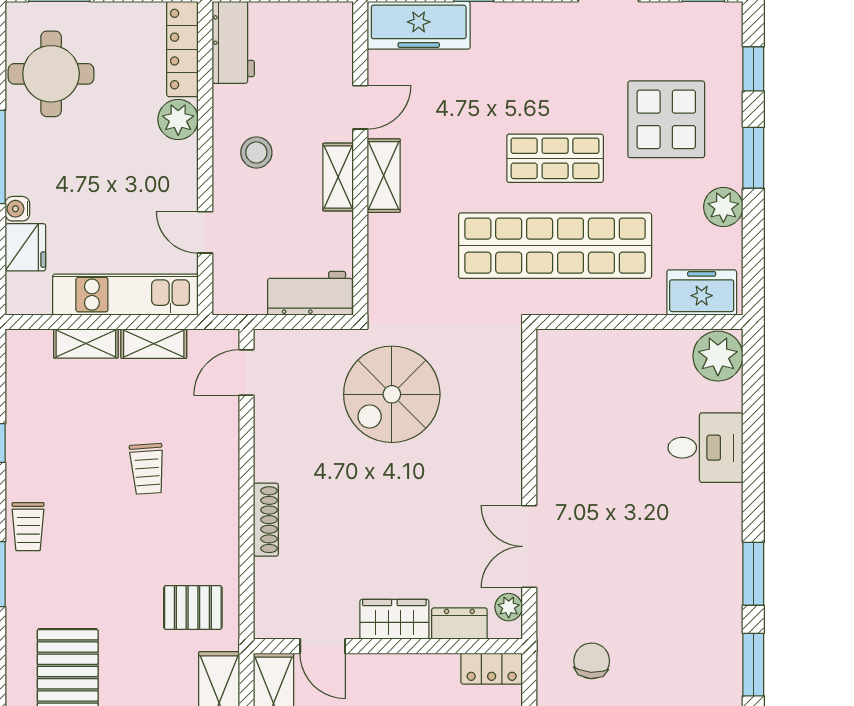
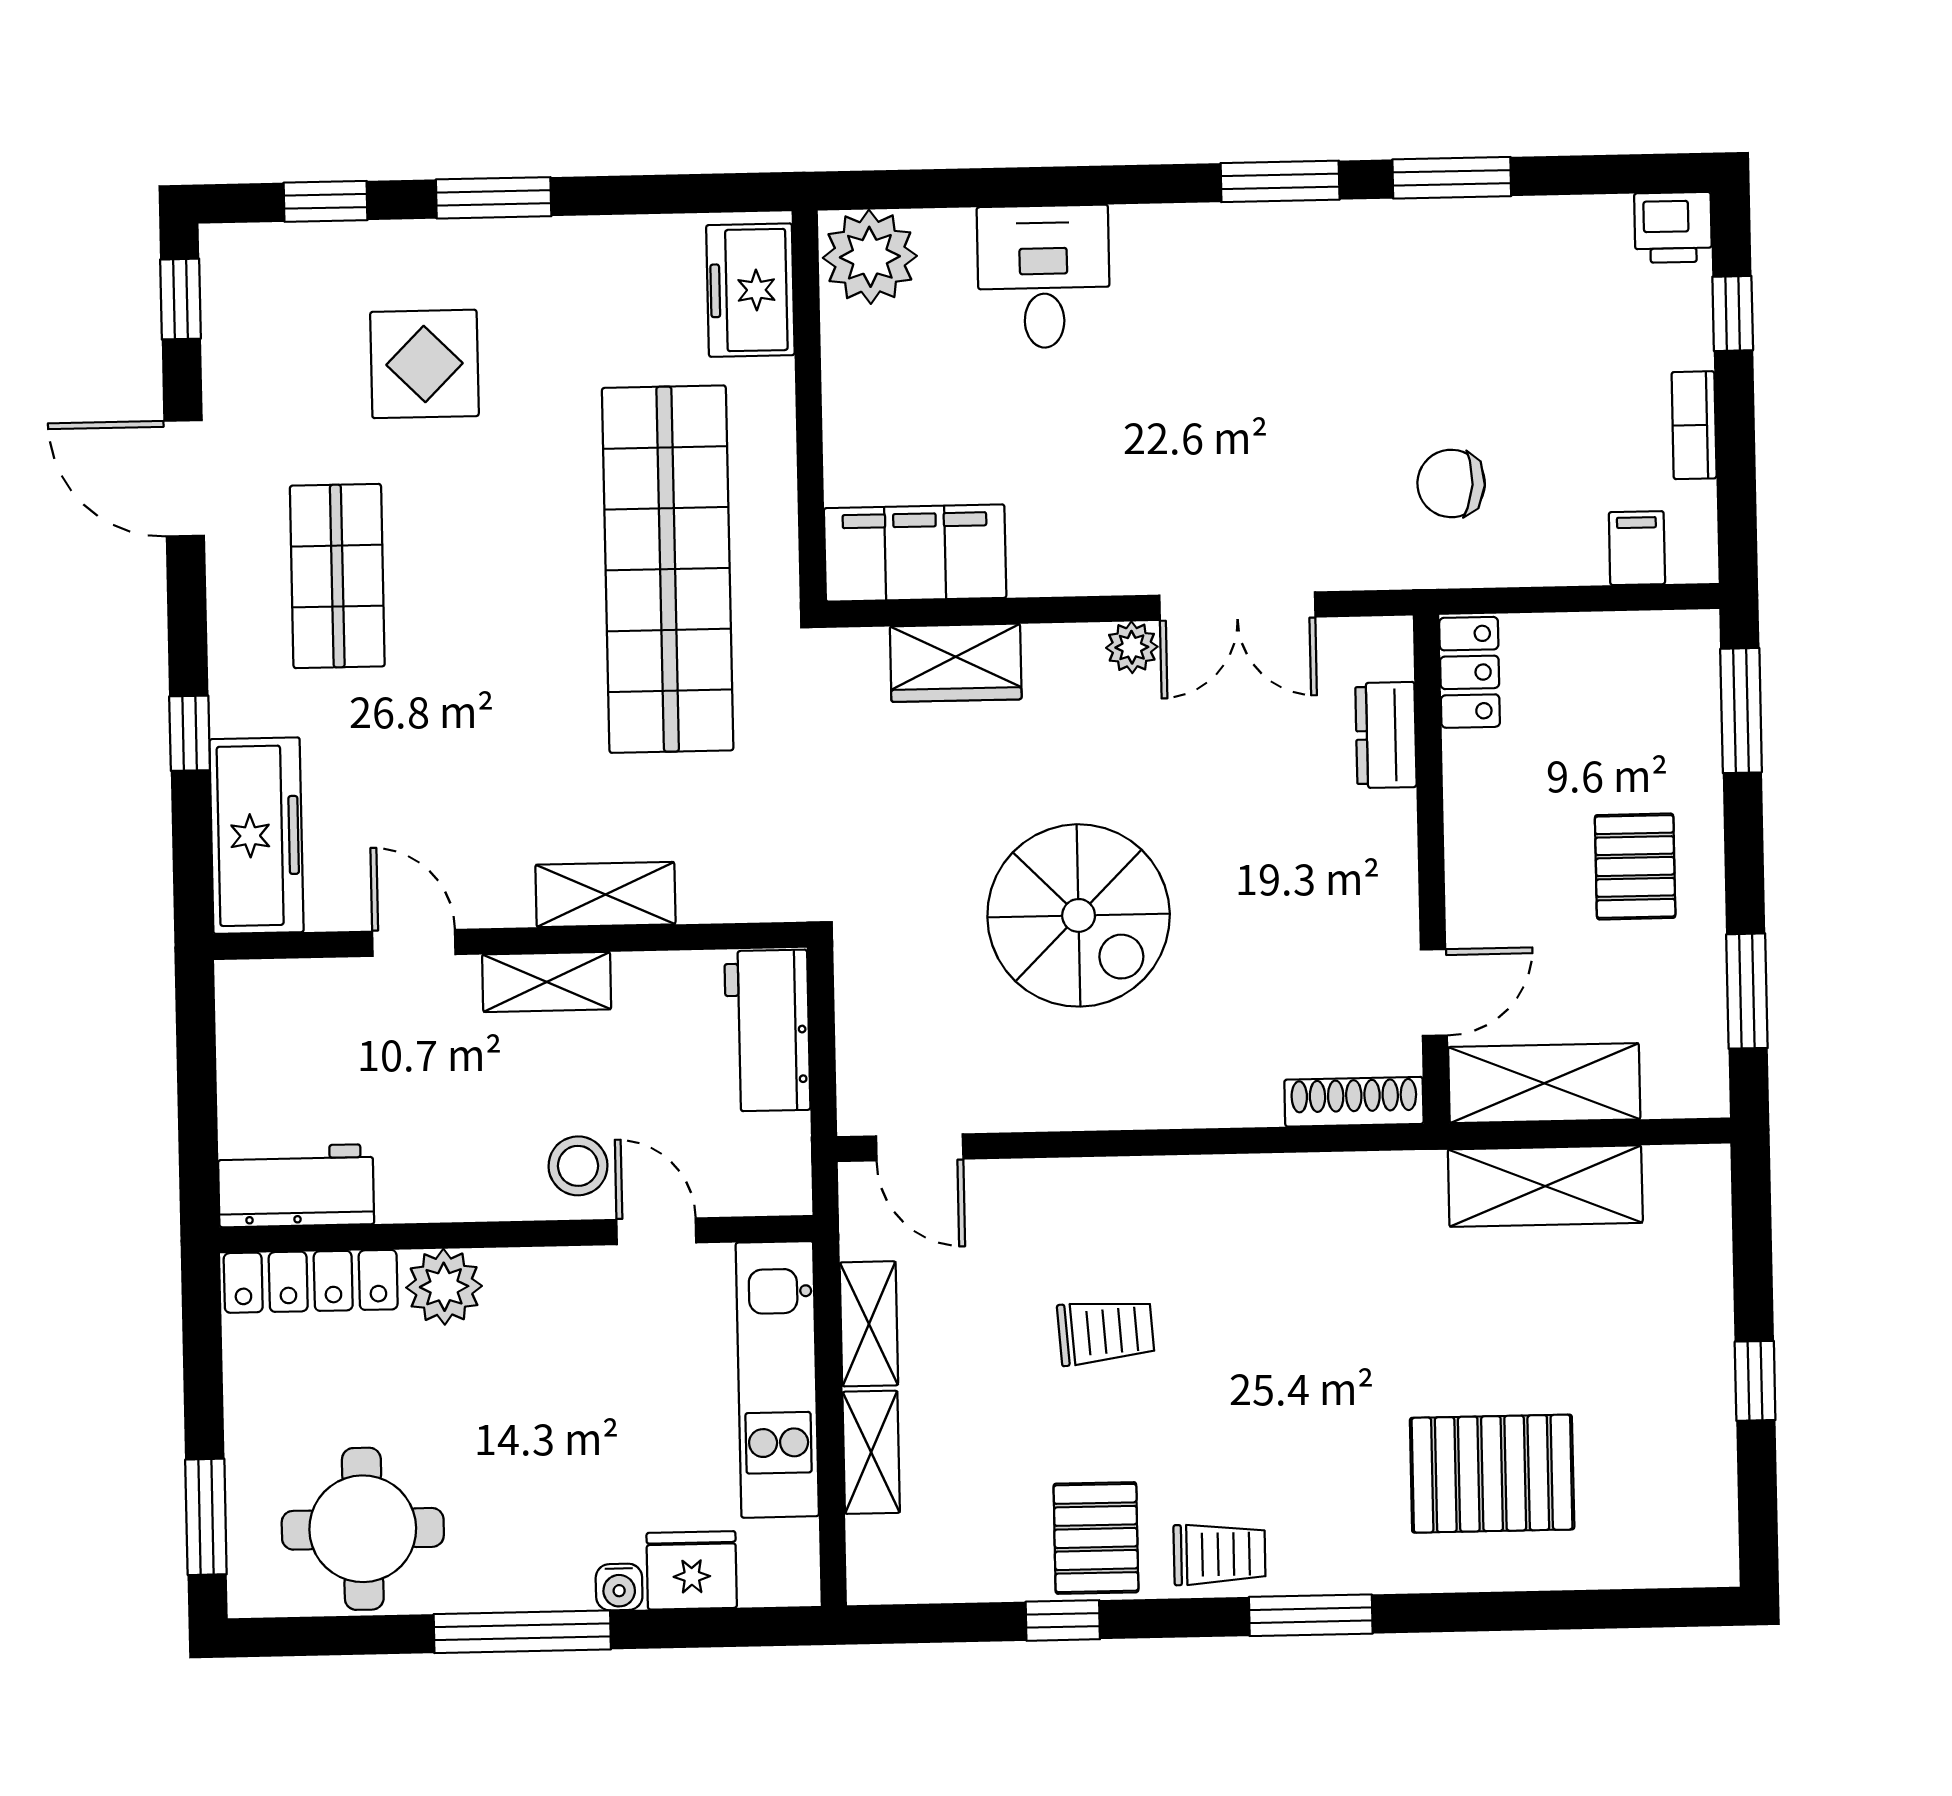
display table: (666, 119) -> (424, 364), width x0.73, depth x0.73
stool: (256, 152) -> (578, 1166), moved
shop shelf: (555, 158) -> (337, 576), moved
shelving: (384, 176) -> (605, 895), moved
plant: (723, 207) -> (588, 253), removed
door: (205, 232) -> (656, 1231), swing flipped
filing cabinet: (561, 377) -> (915, 553), added
spiral stairs: (392, 394) -> (1079, 915), moved
shoe rack: (266, 520) -> (1354, 1102), moved
pallet: (193, 607) -> (1096, 1538), moved
plant: (509, 607) -> (1132, 647), moved
wardrobe: (394, 619) -> (956, 663), moved, turned -90

